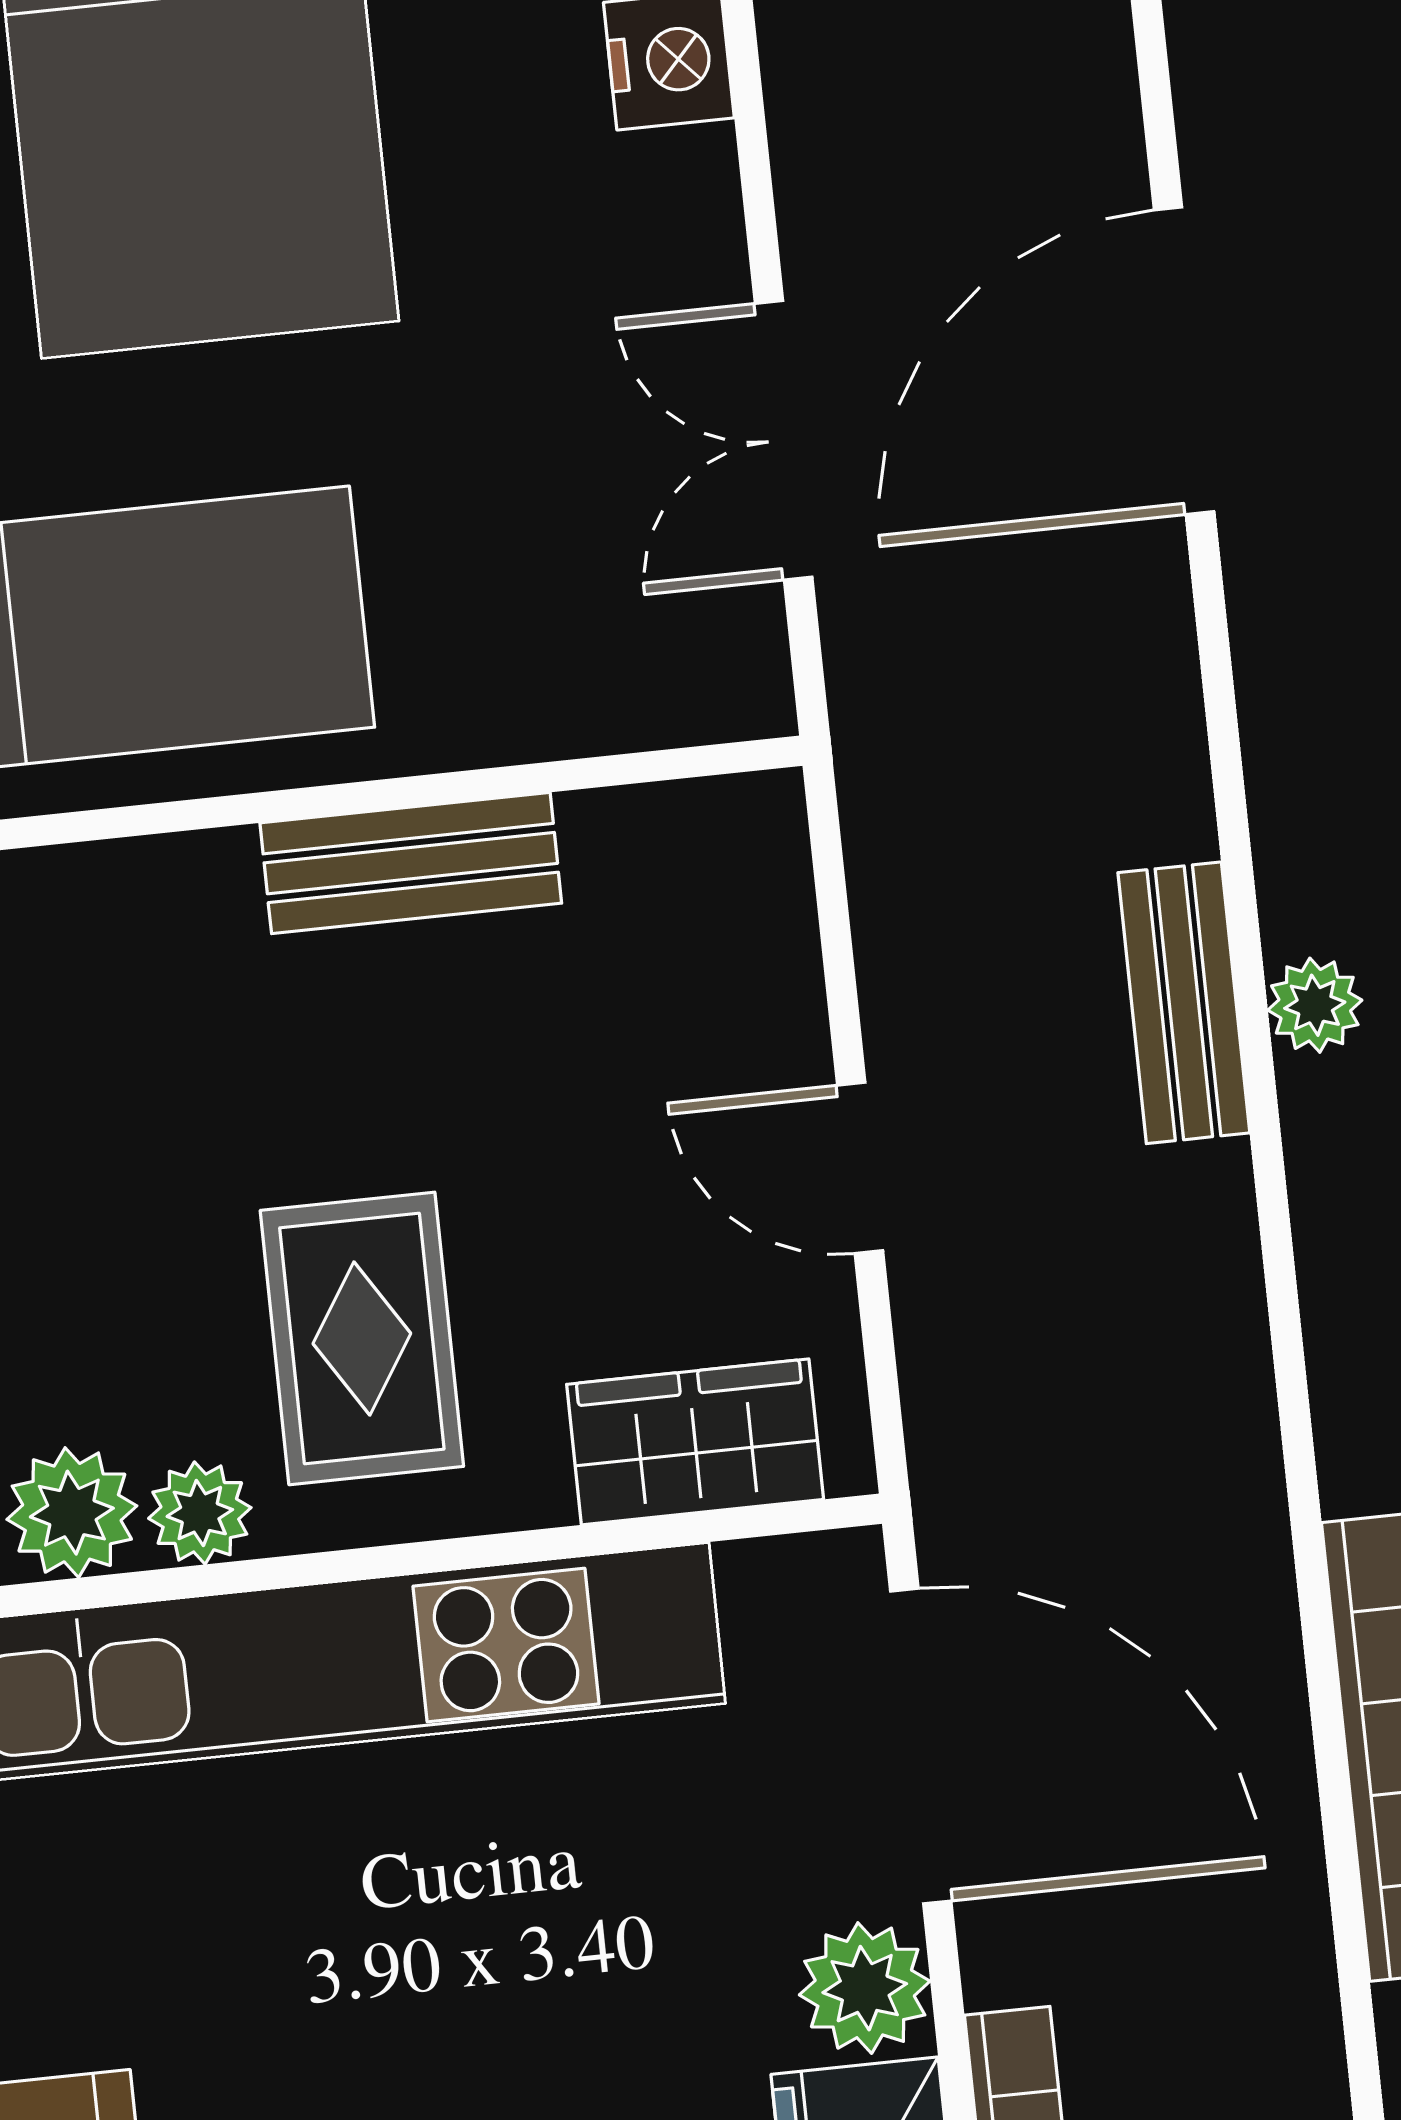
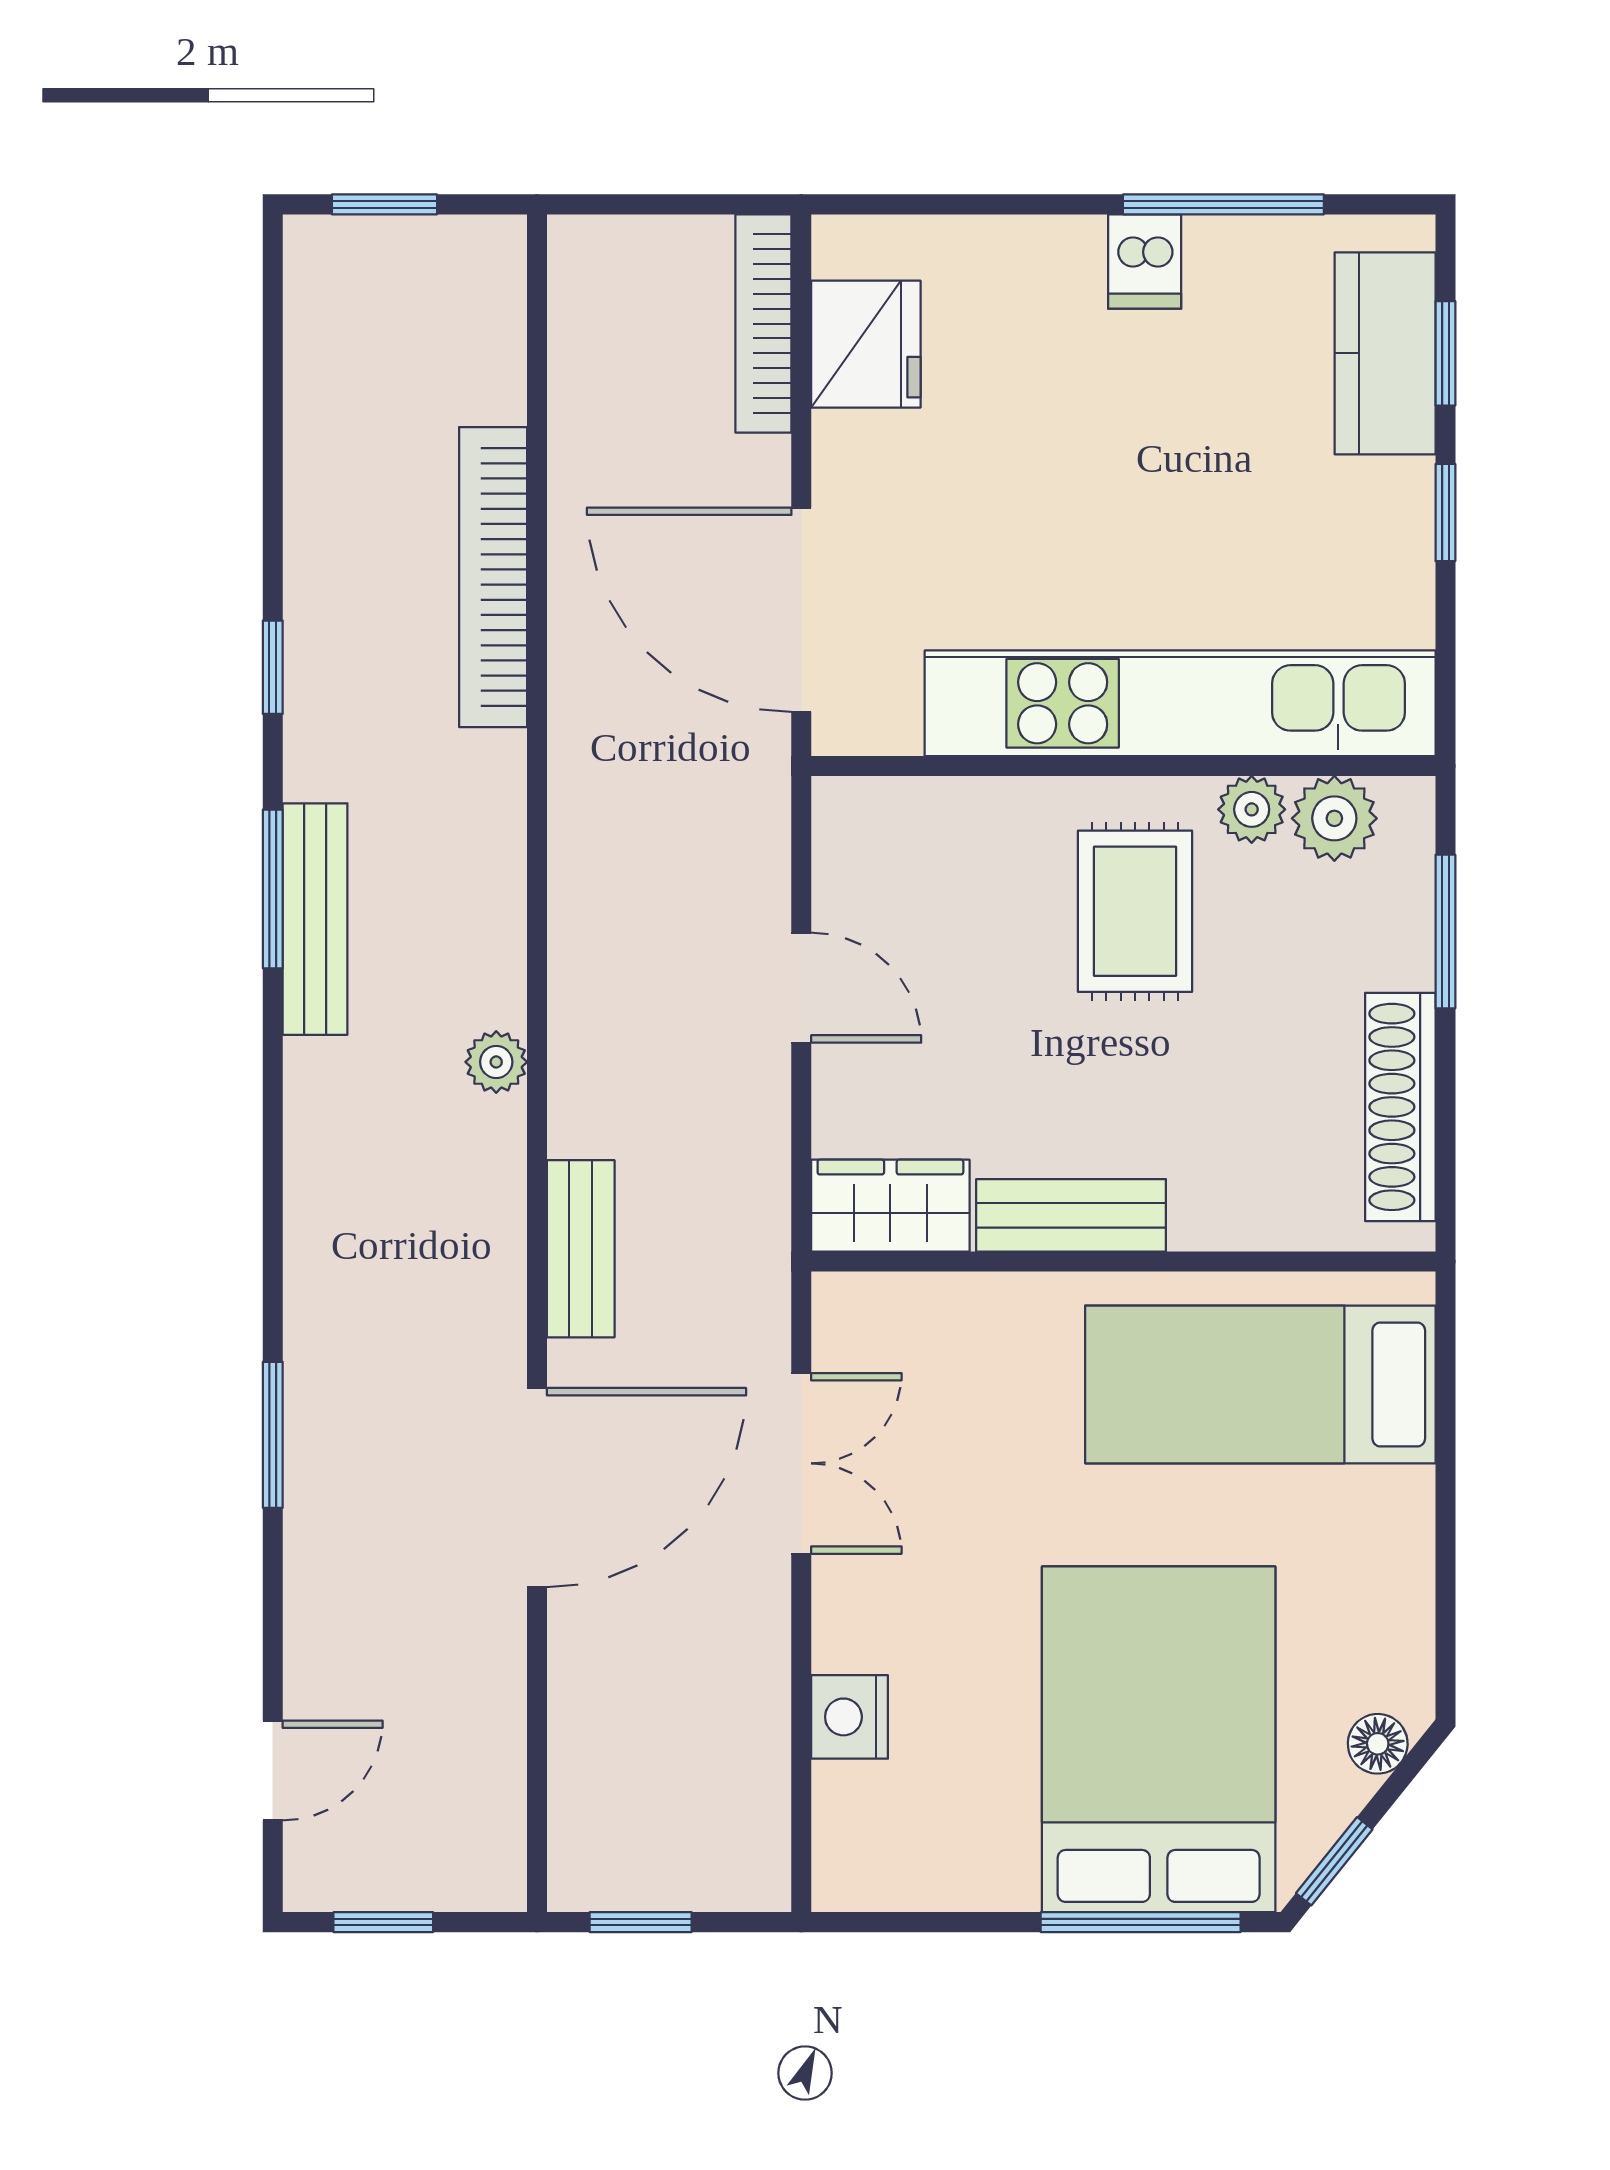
bench: (1184, 1003) -> (581, 1249), moved
wardrobe: (695, 1442) -> (890, 1206), moved, turned 180
plant: (865, 1988) -> (854, 457), removed

